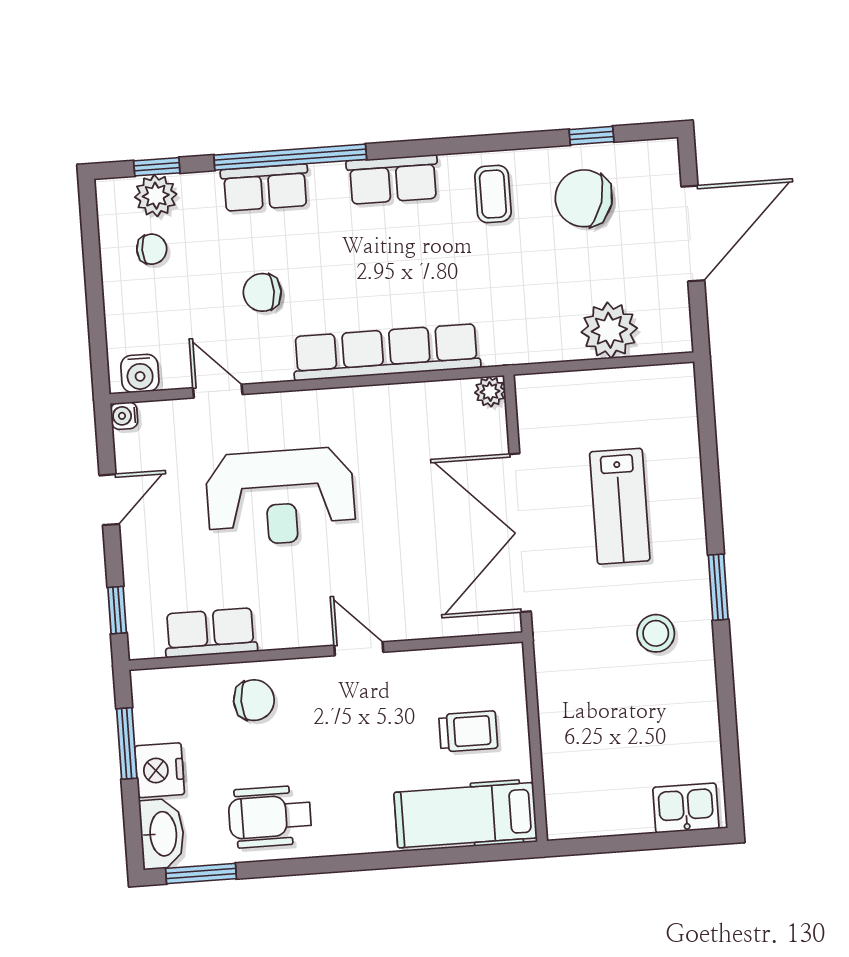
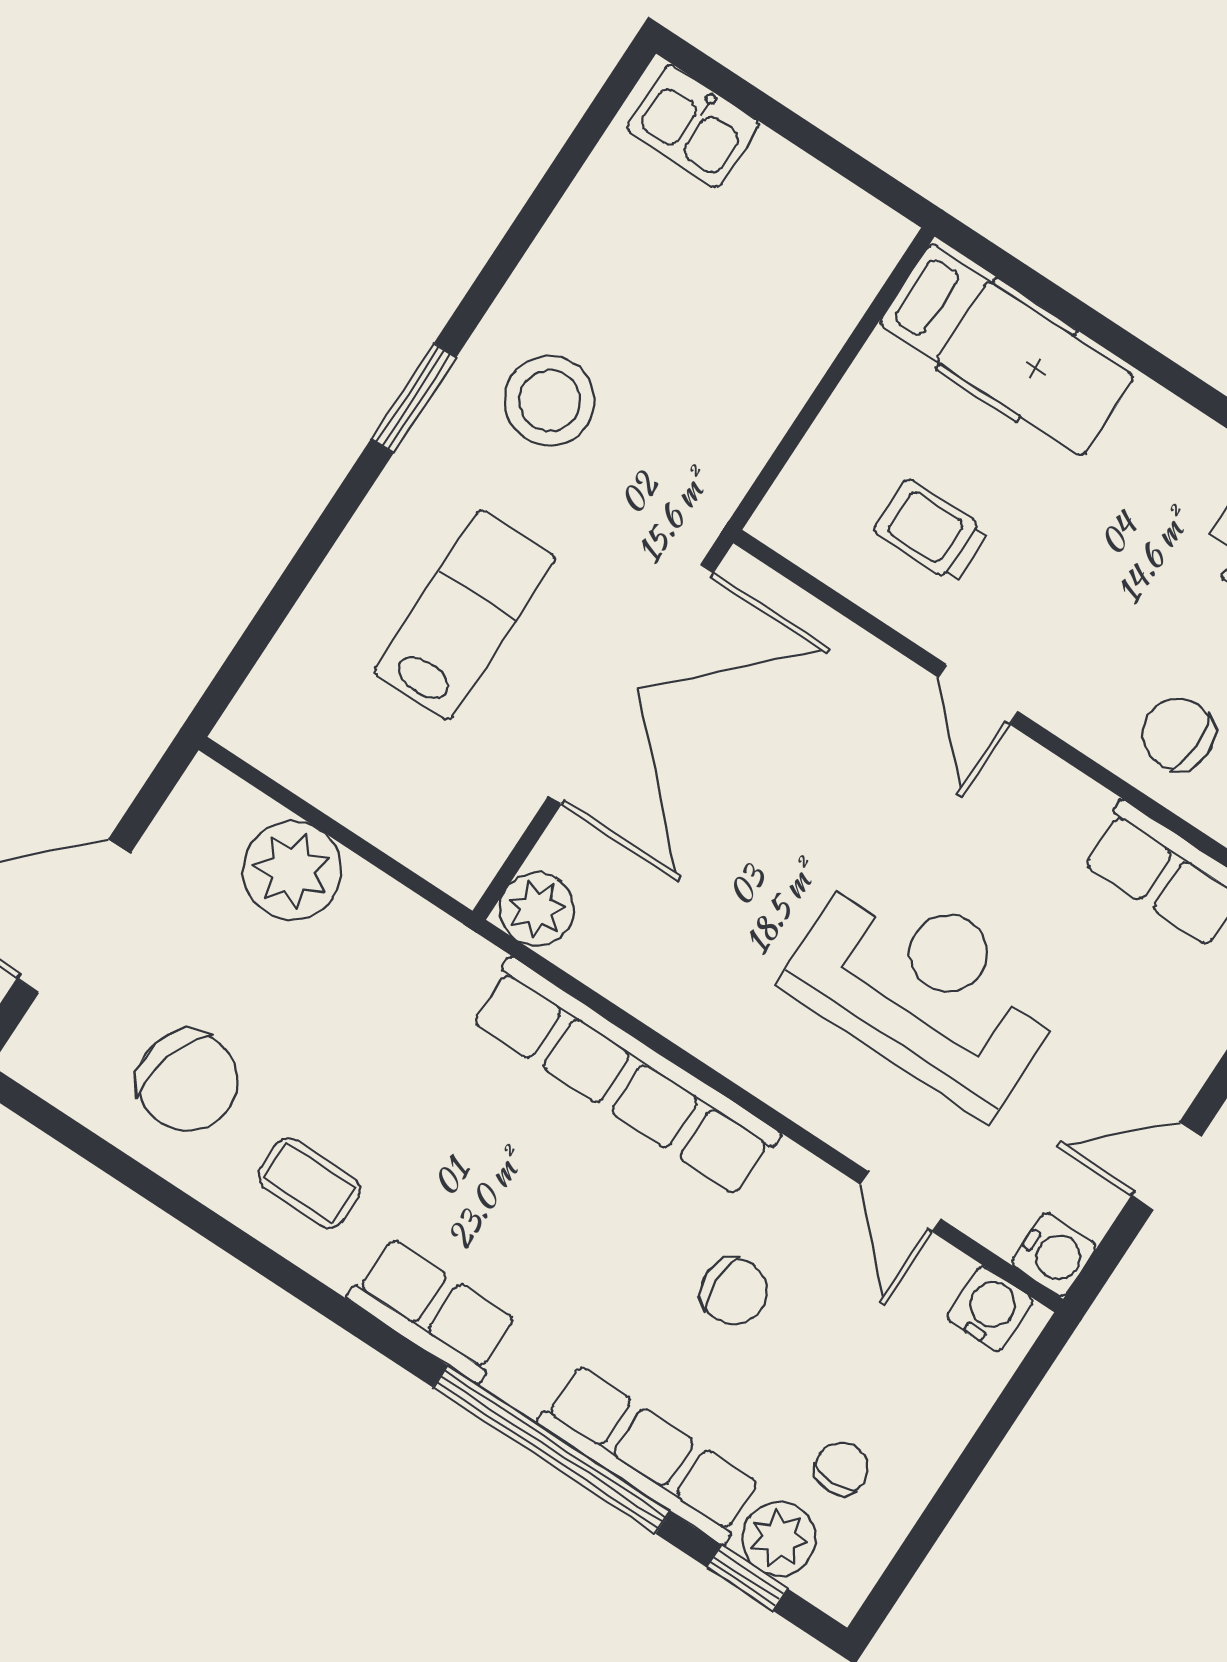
window: (591, 136) -> (110, 1160), removed
row of seats: (265, 188) -> (649, 1454), width x1.48
coffee table: (493, 194) -> (309, 1183), turned 90
chair: (152, 249) -> (841, 1469), turned 90
plant: (490, 392) -> (537, 909), width x1.38, depth x1.38
water cooler: (124, 416) -> (1054, 1255), width x1.38, depth x1.38
stool: (656, 633) -> (549, 400), width x1.38, depth x1.38
trolley: (468, 731) -> (931, 531), moved

